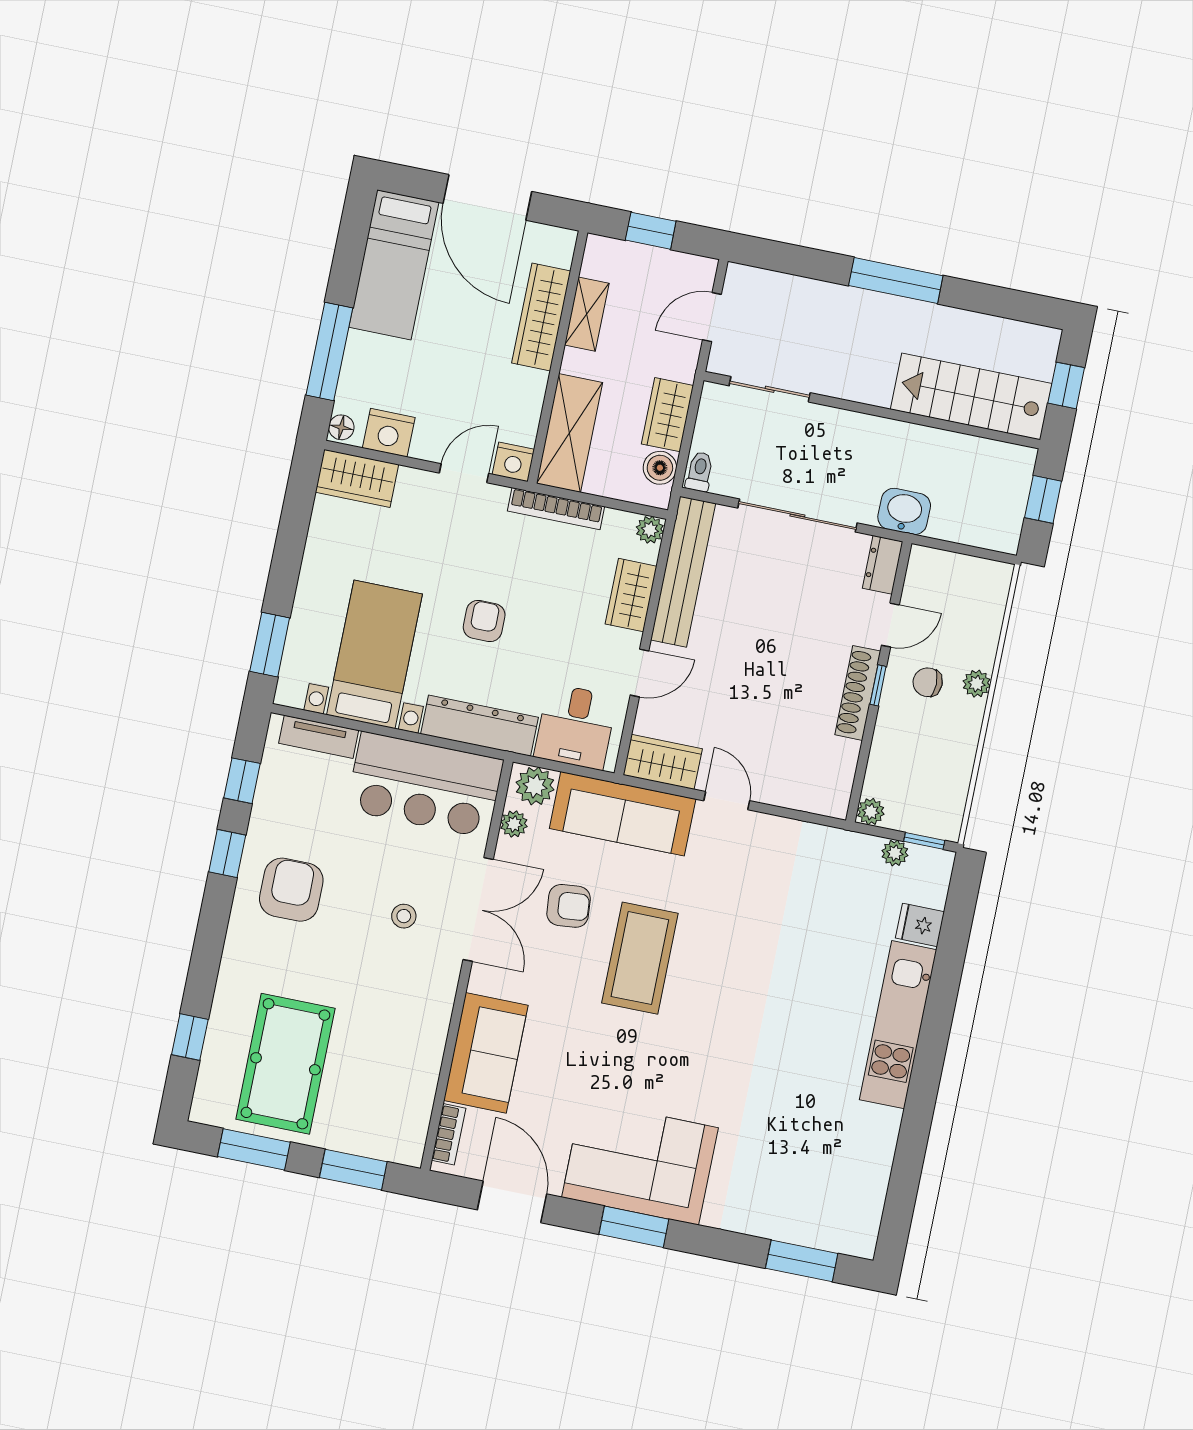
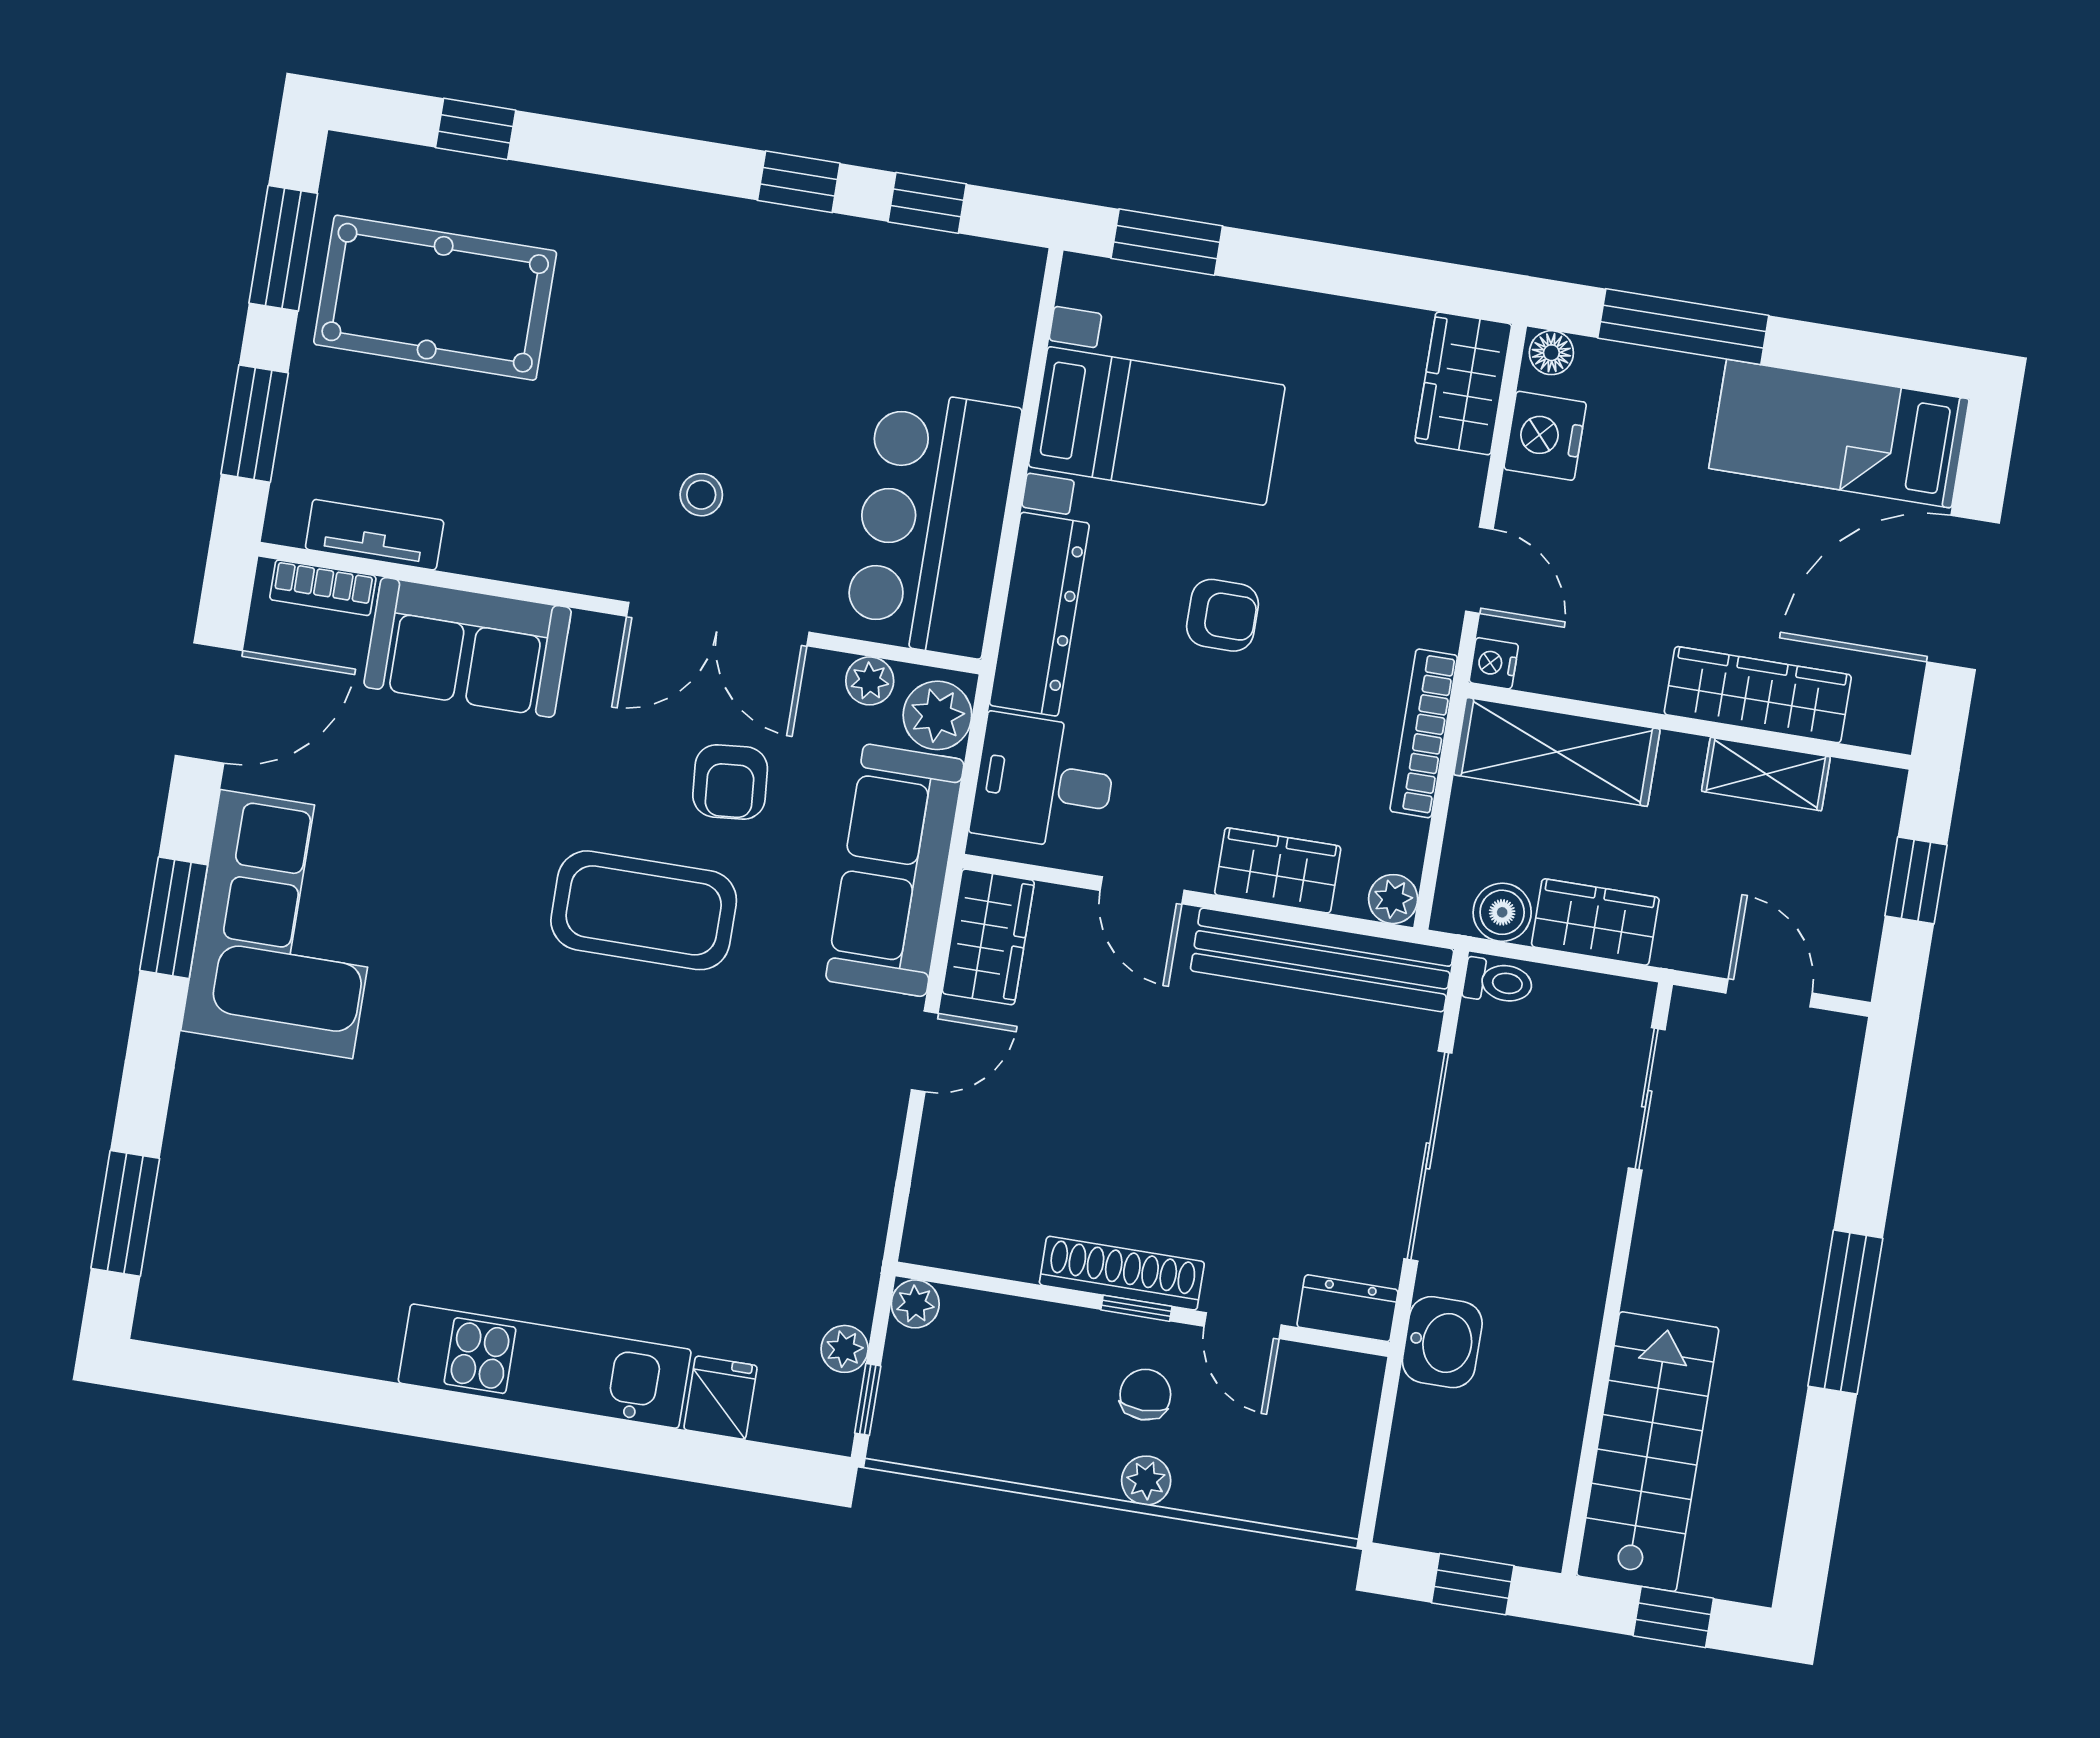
nightstand: (513, 462) -> (1494, 663), width x0.72, depth x0.74
tv unit: (319, 737) -> (375, 535), moved, turned 90
armchair: (291, 890) -> (740, 296), removed

